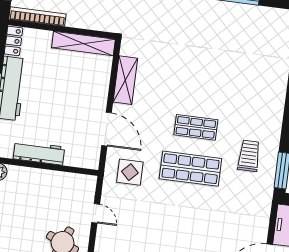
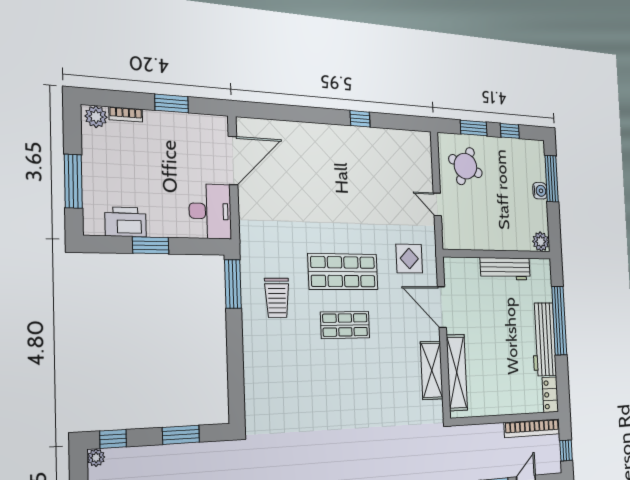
shelving: (83, 43) -> (457, 373), moved, turned 90

